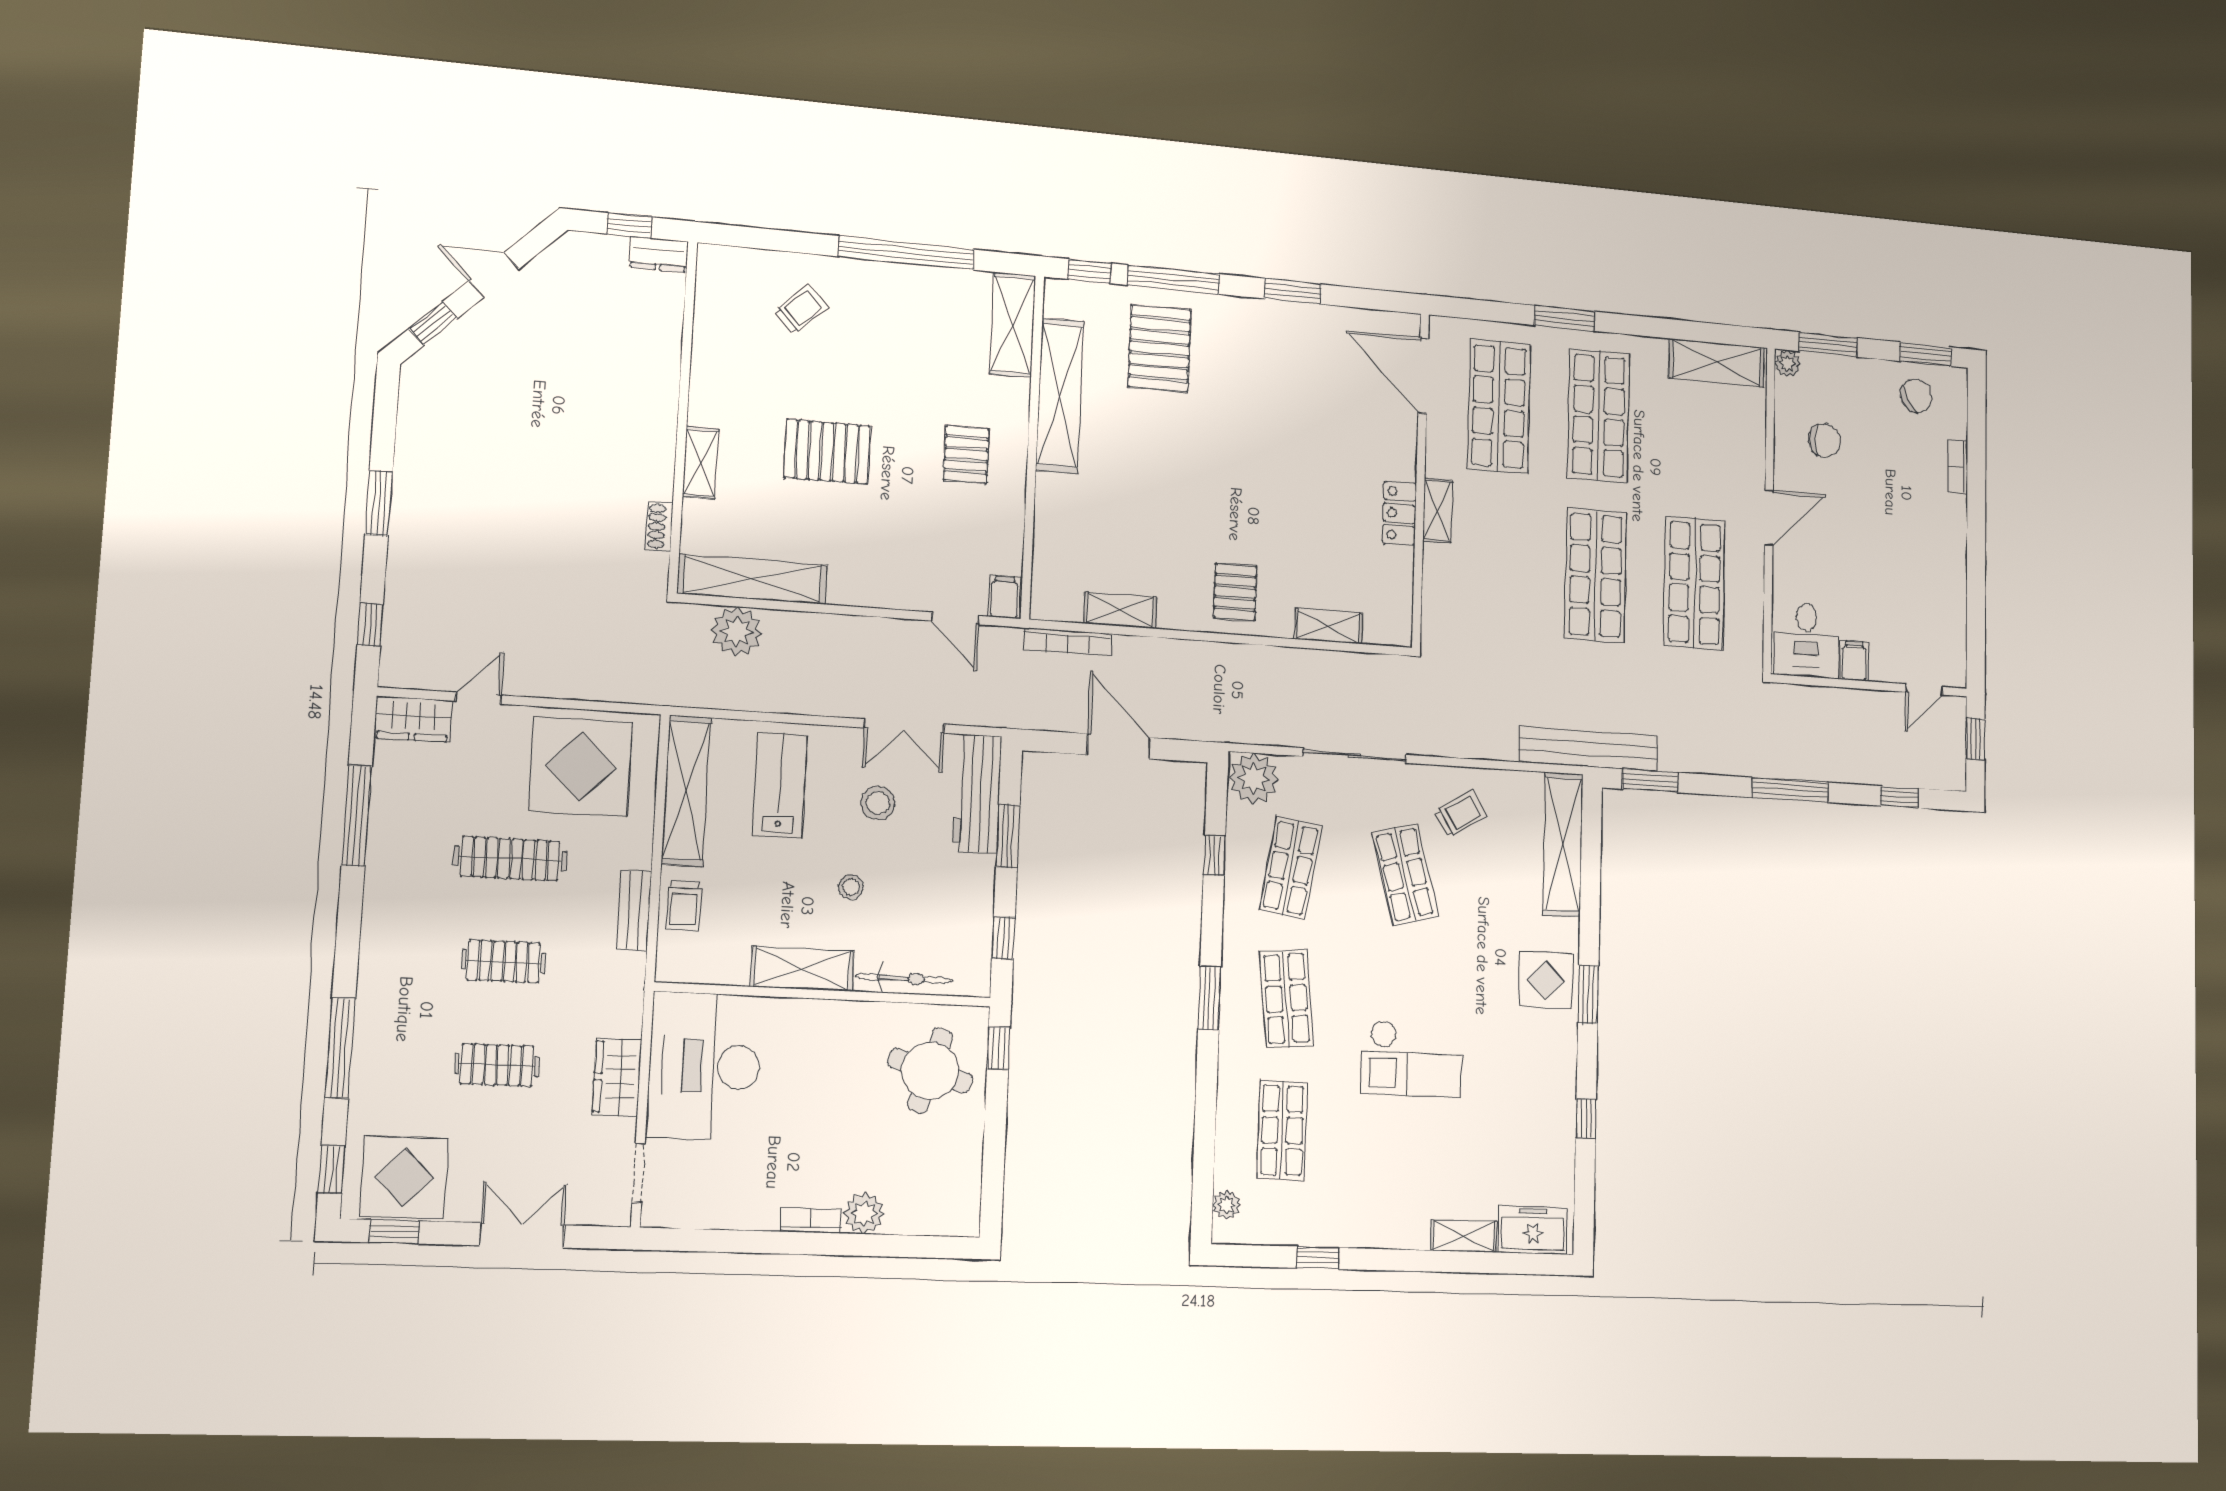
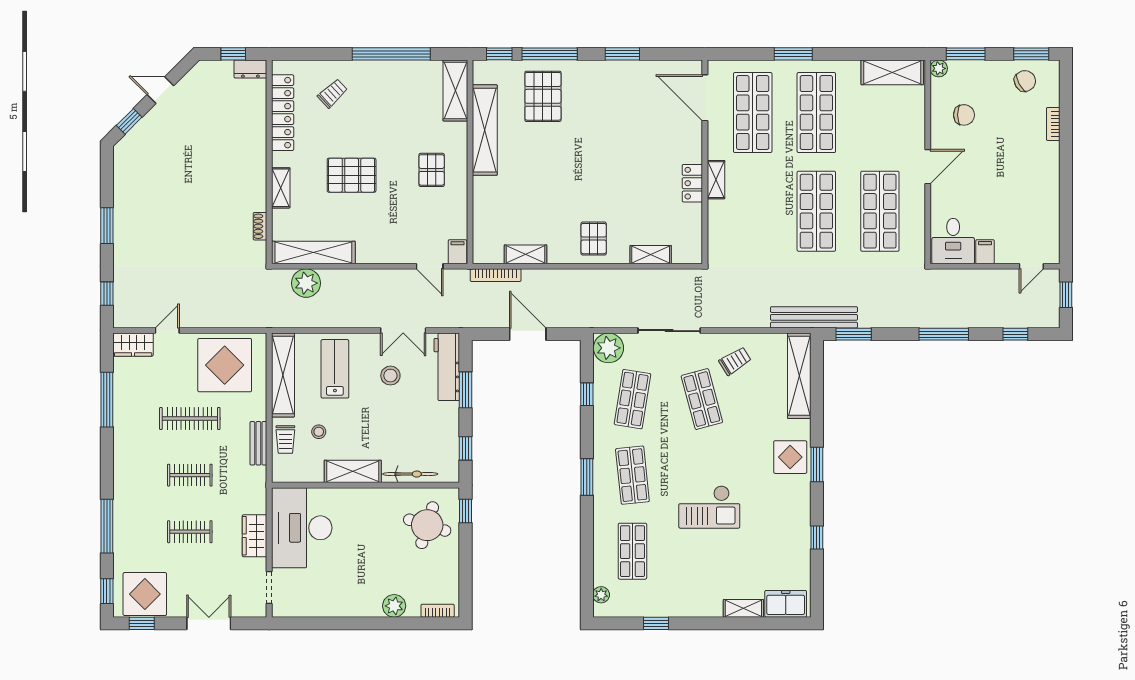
locker: (711, 334) -> (283, 113), added
stool: (851, 887) -> (319, 432), moved
bookcase: (811, 1221) -> (438, 611), moved

